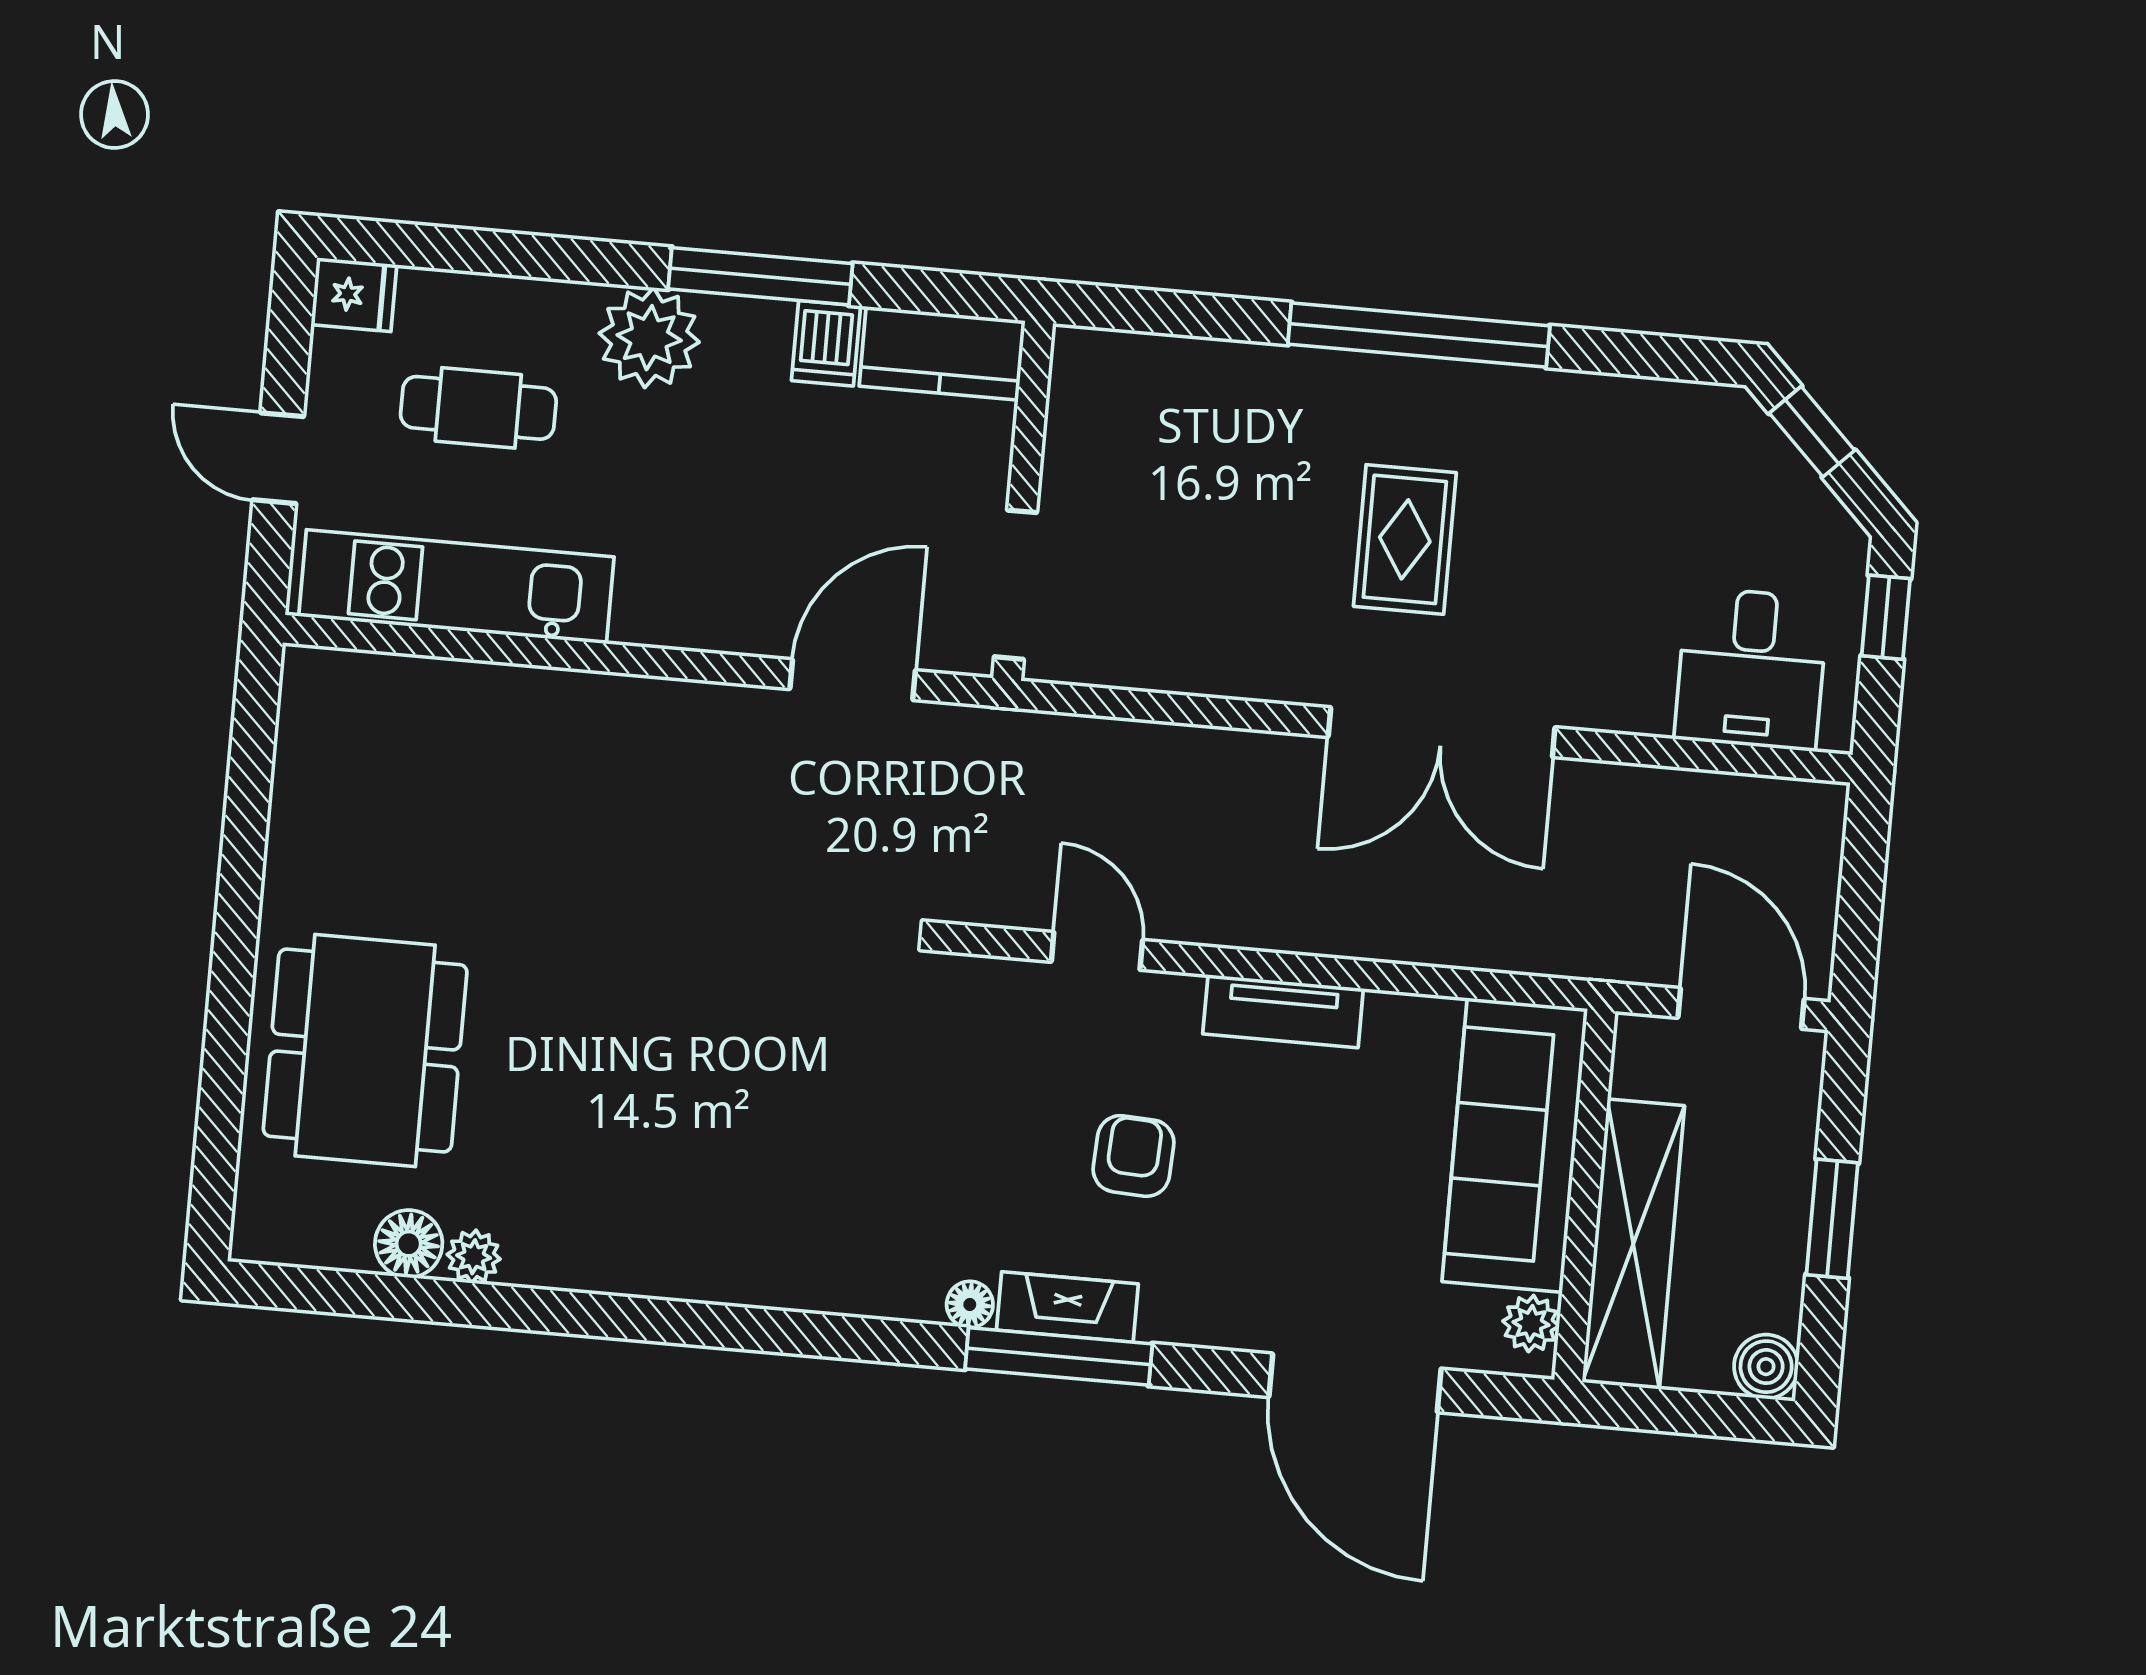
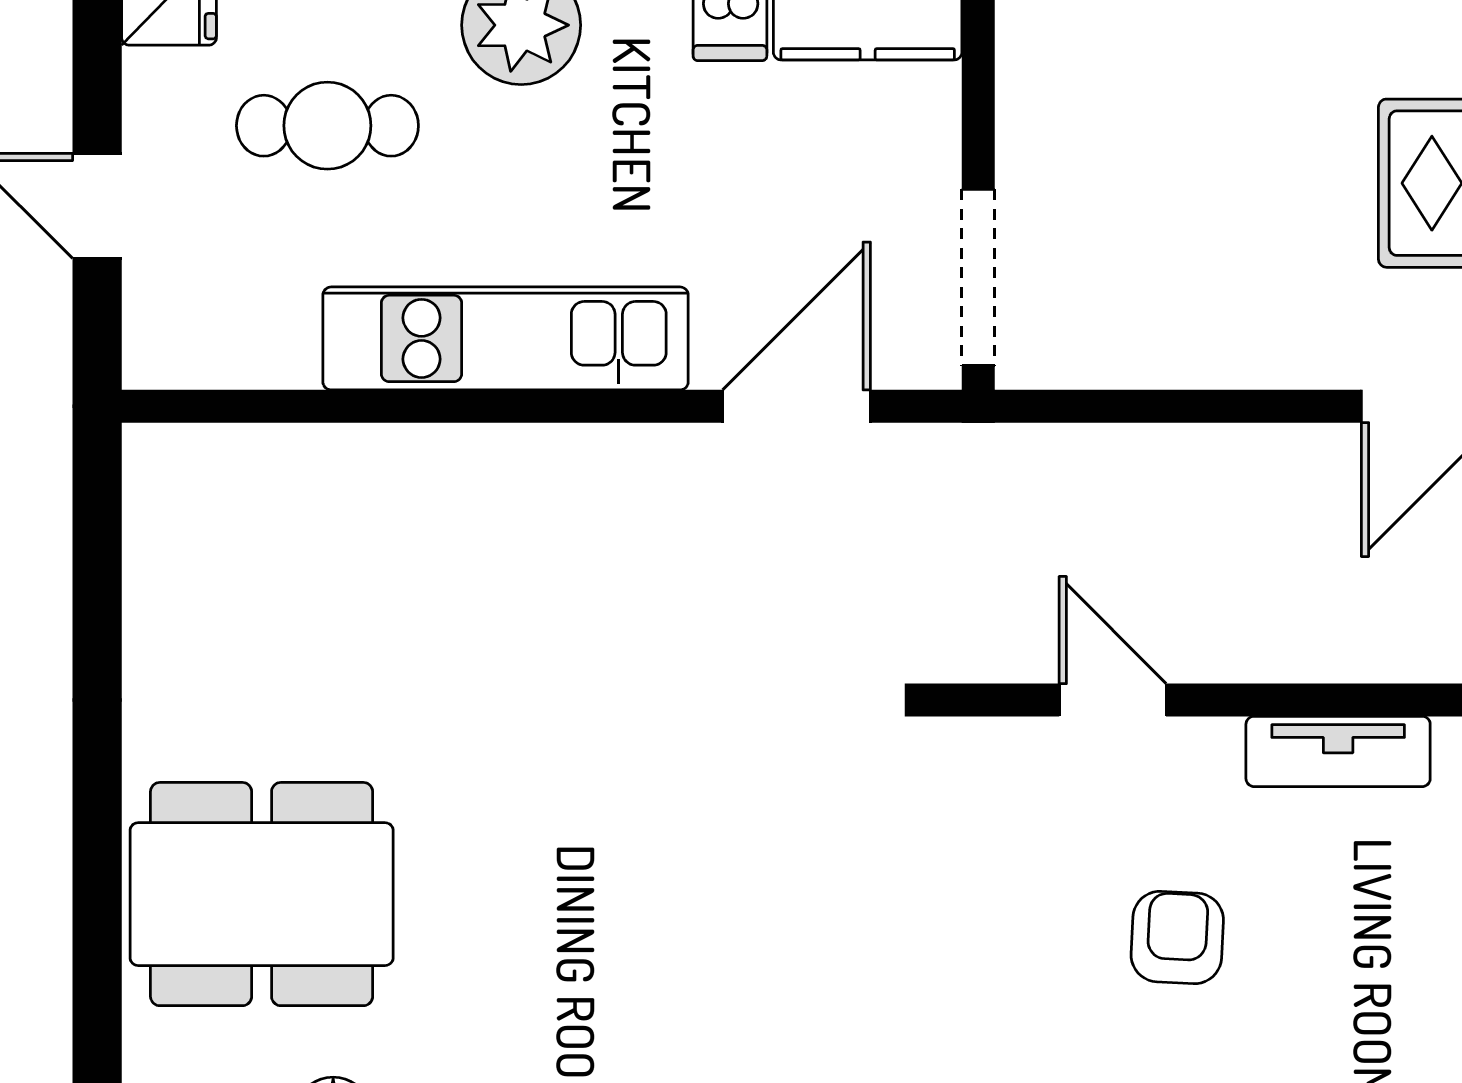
kitchen unit: (456, 587) -> (506, 338), moved
dining table: (365, 1050) -> (262, 894), turned 90

